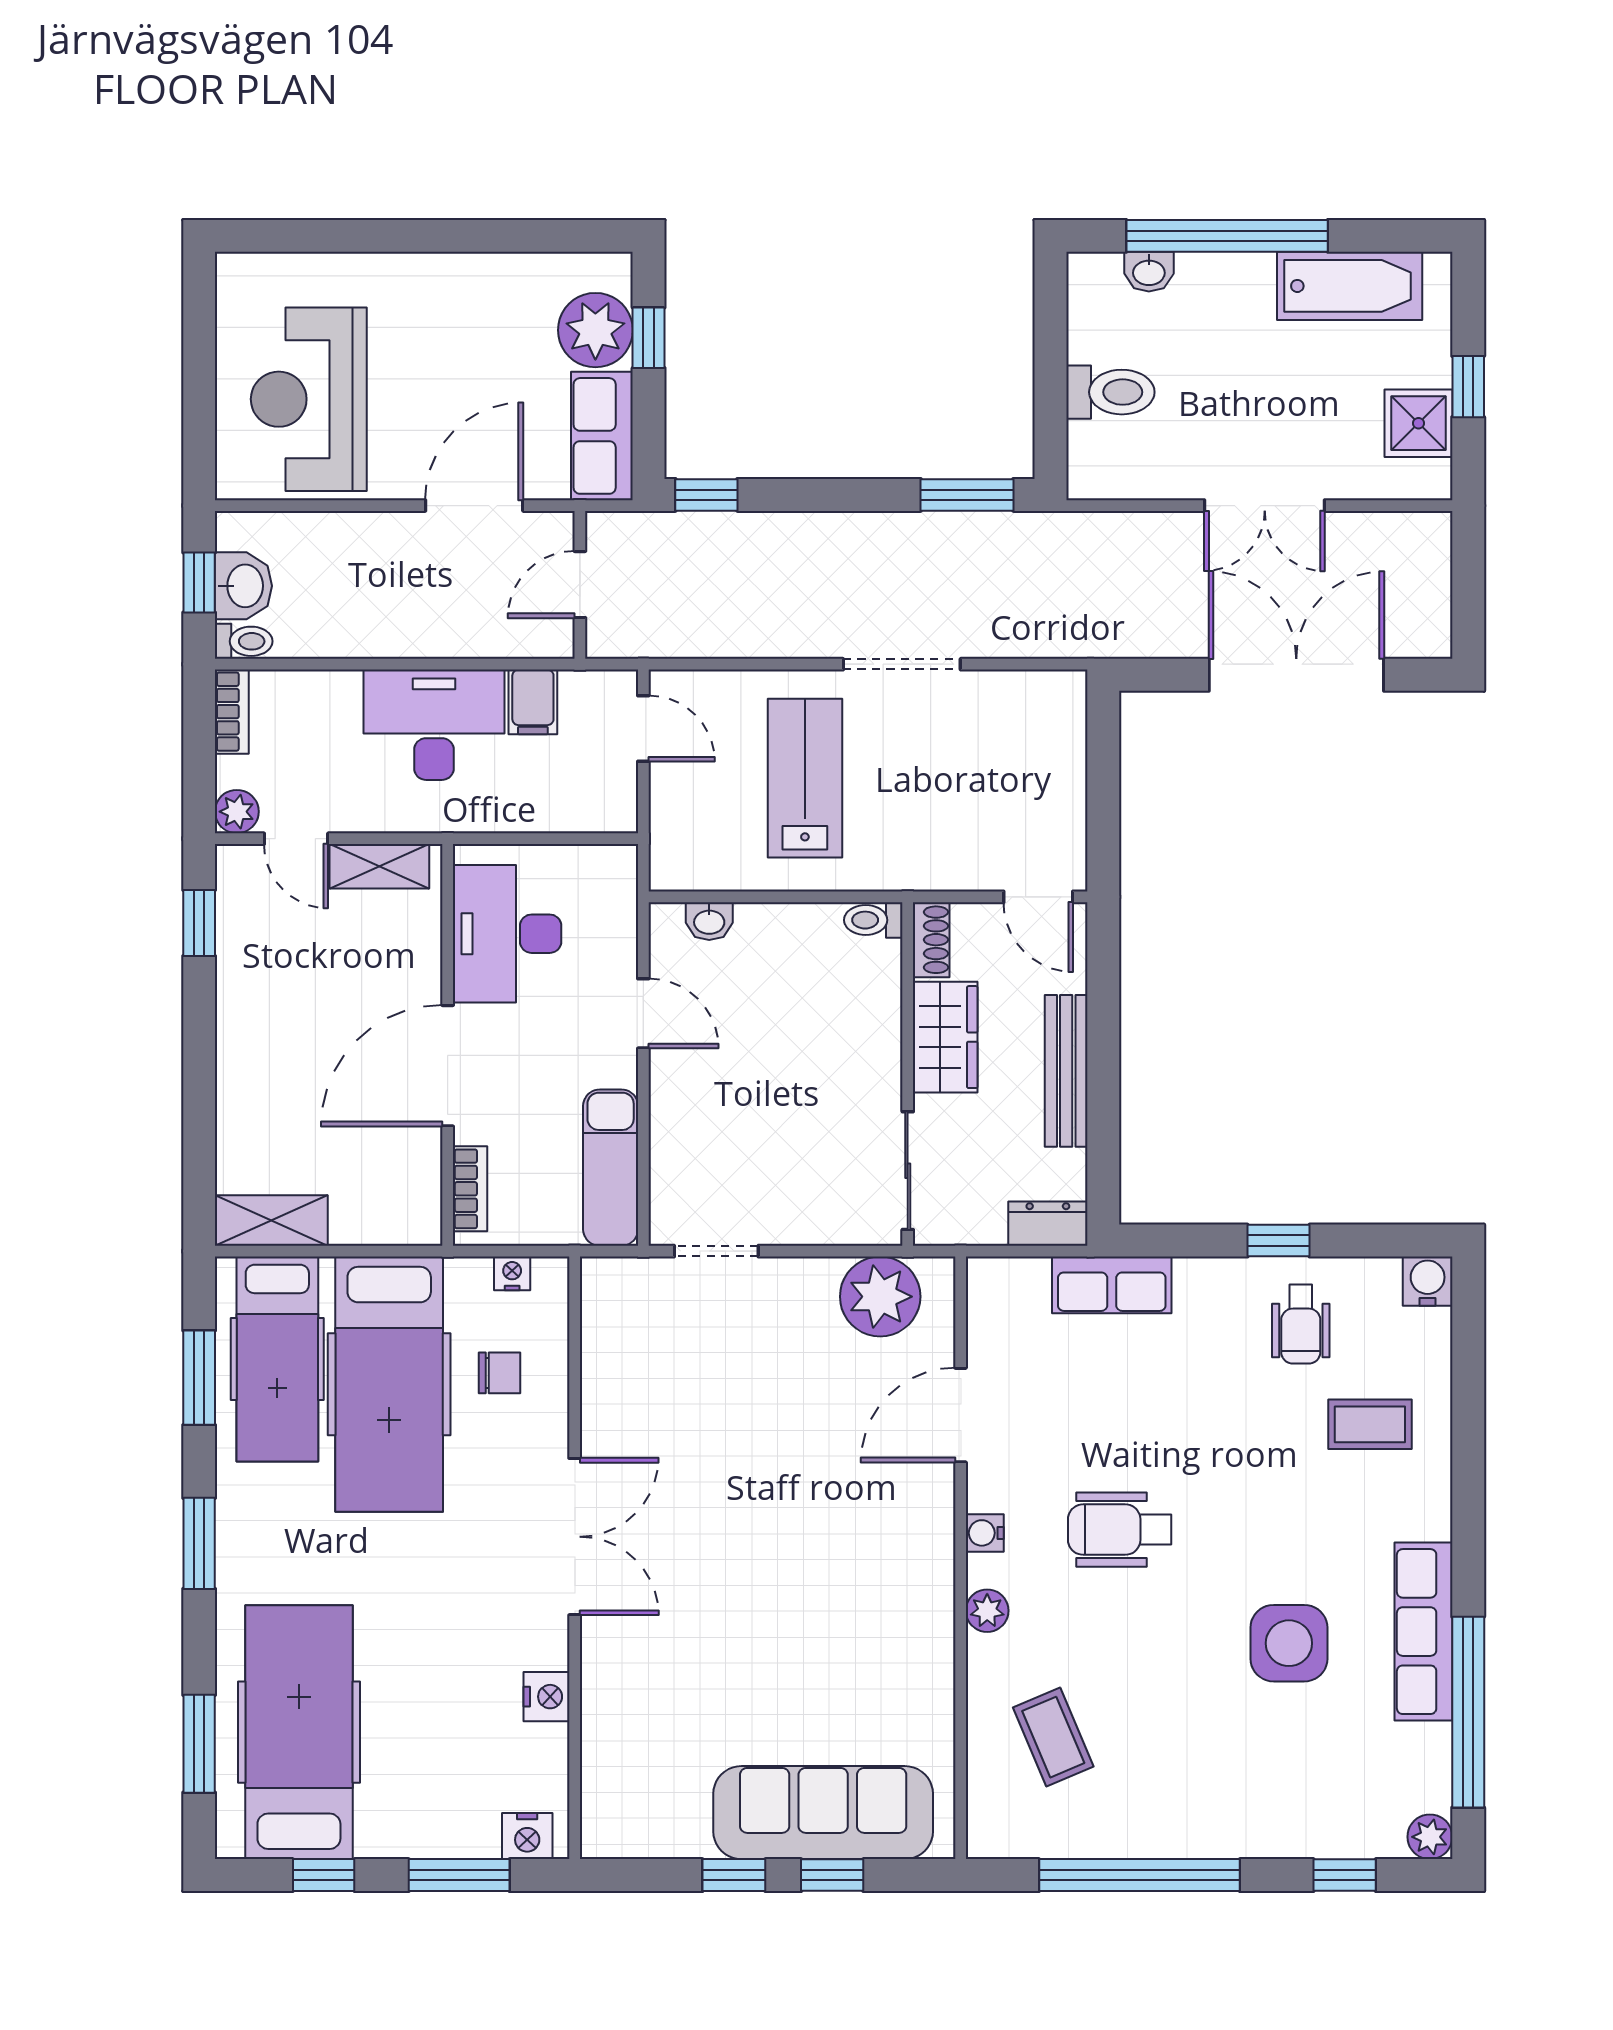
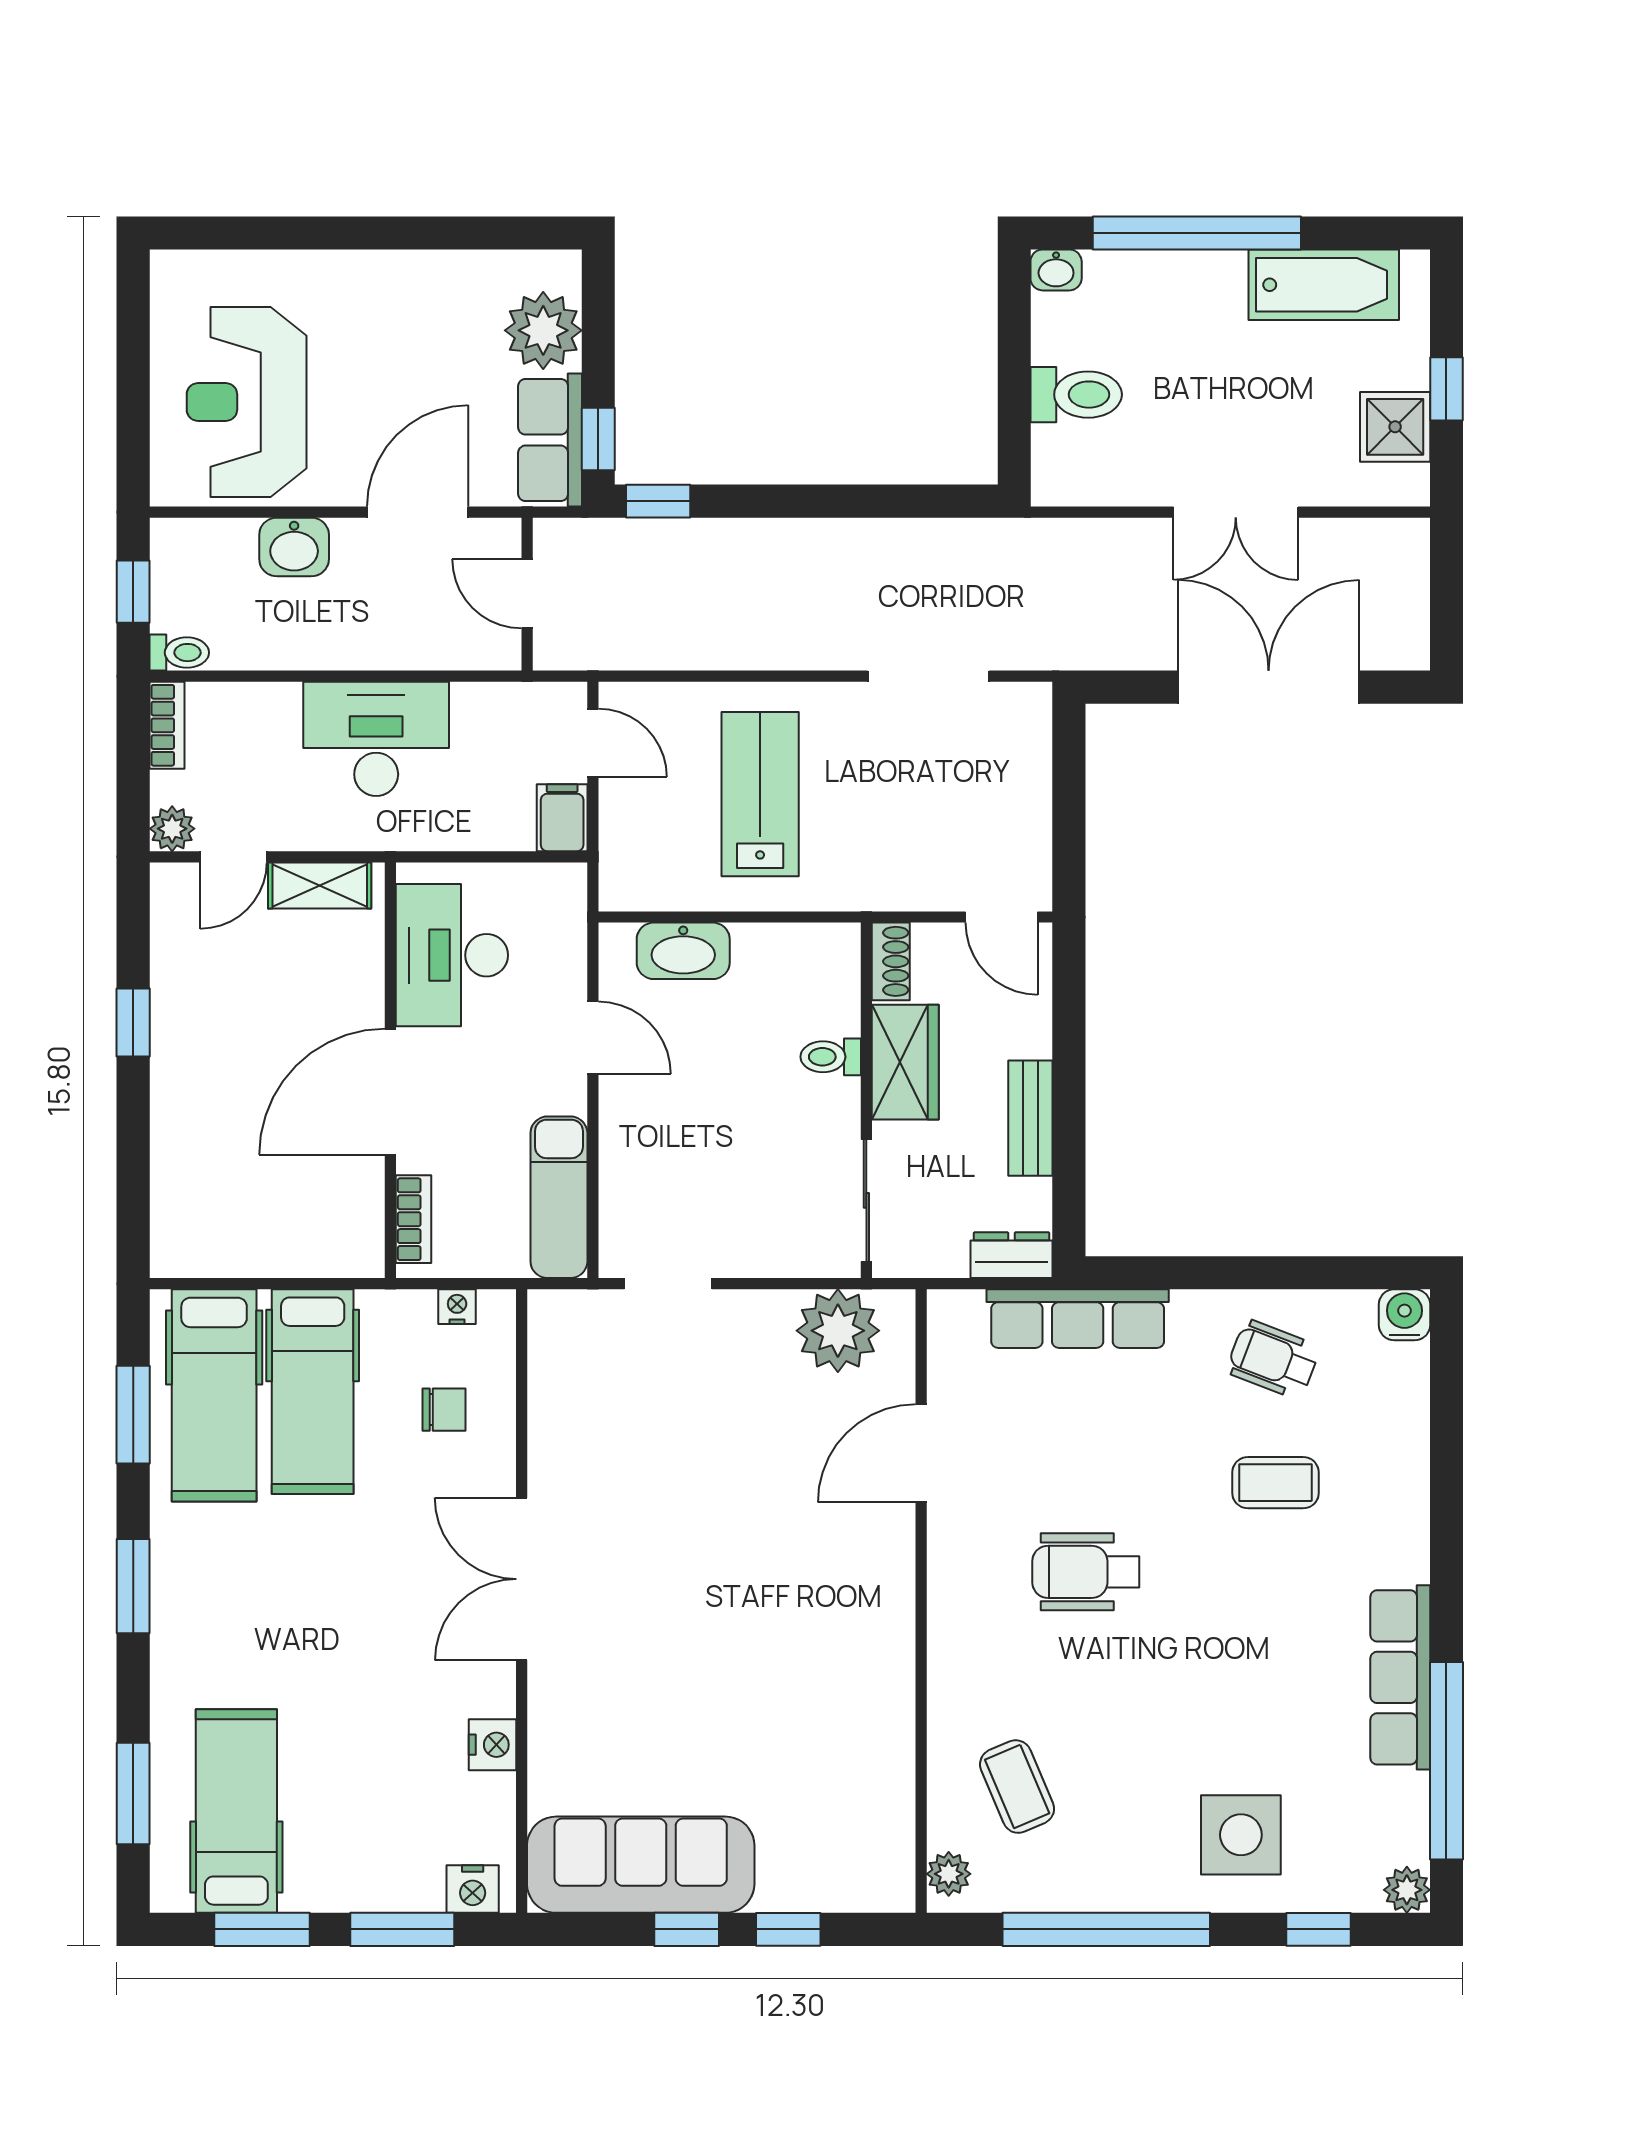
washbasin: (1149, 272) -> (1056, 270), moved
window: (649, 338) -> (598, 439), moved
window: (967, 495) -> (928, 501), removed
door: (580, 585) -> (527, 594), hinge flipped
washbasin: (243, 586) -> (294, 547), moved, turned 90
doorway: (902, 664) -> (929, 676), moved
filing cabinet: (533, 702) -> (562, 818), moved, turned 180
door: (296, 839) -> (233, 857), hinge flipped
toilet: (873, 920) -> (831, 1057), moved
washbasin: (709, 921) -> (683, 951), width x1.91, depth x1.45
window: (199, 923) -> (133, 1023), moved
bench: (1066, 1071) -> (1030, 1118), width x0.73
shelving: (271, 1221) -> (208, 1252), removed
window: (1278, 1241) -> (1250, 1273), removed
row of seats: (1112, 1285) -> (1078, 1319), width x1.48
wheelchair: (1301, 1324) -> (1273, 1359), turned 111
hospital bed: (389, 1384) -> (313, 1392), width x0.73, depth x0.78
coffee table: (1370, 1424) -> (1276, 1483), moved
water cooler: (985, 1533) -> (946, 1575), removed
double door: (575, 1537) -> (522, 1579), swing flipped
plant: (987, 1611) -> (949, 1874), moved
side table: (1289, 1643) -> (1241, 1835), moved
hospital bed: (299, 1732) -> (236, 1811), width x0.73, depth x0.78
sofa: (823, 1813) -> (641, 1865), moved
window: (324, 1875) -> (262, 1929), width x1.50

